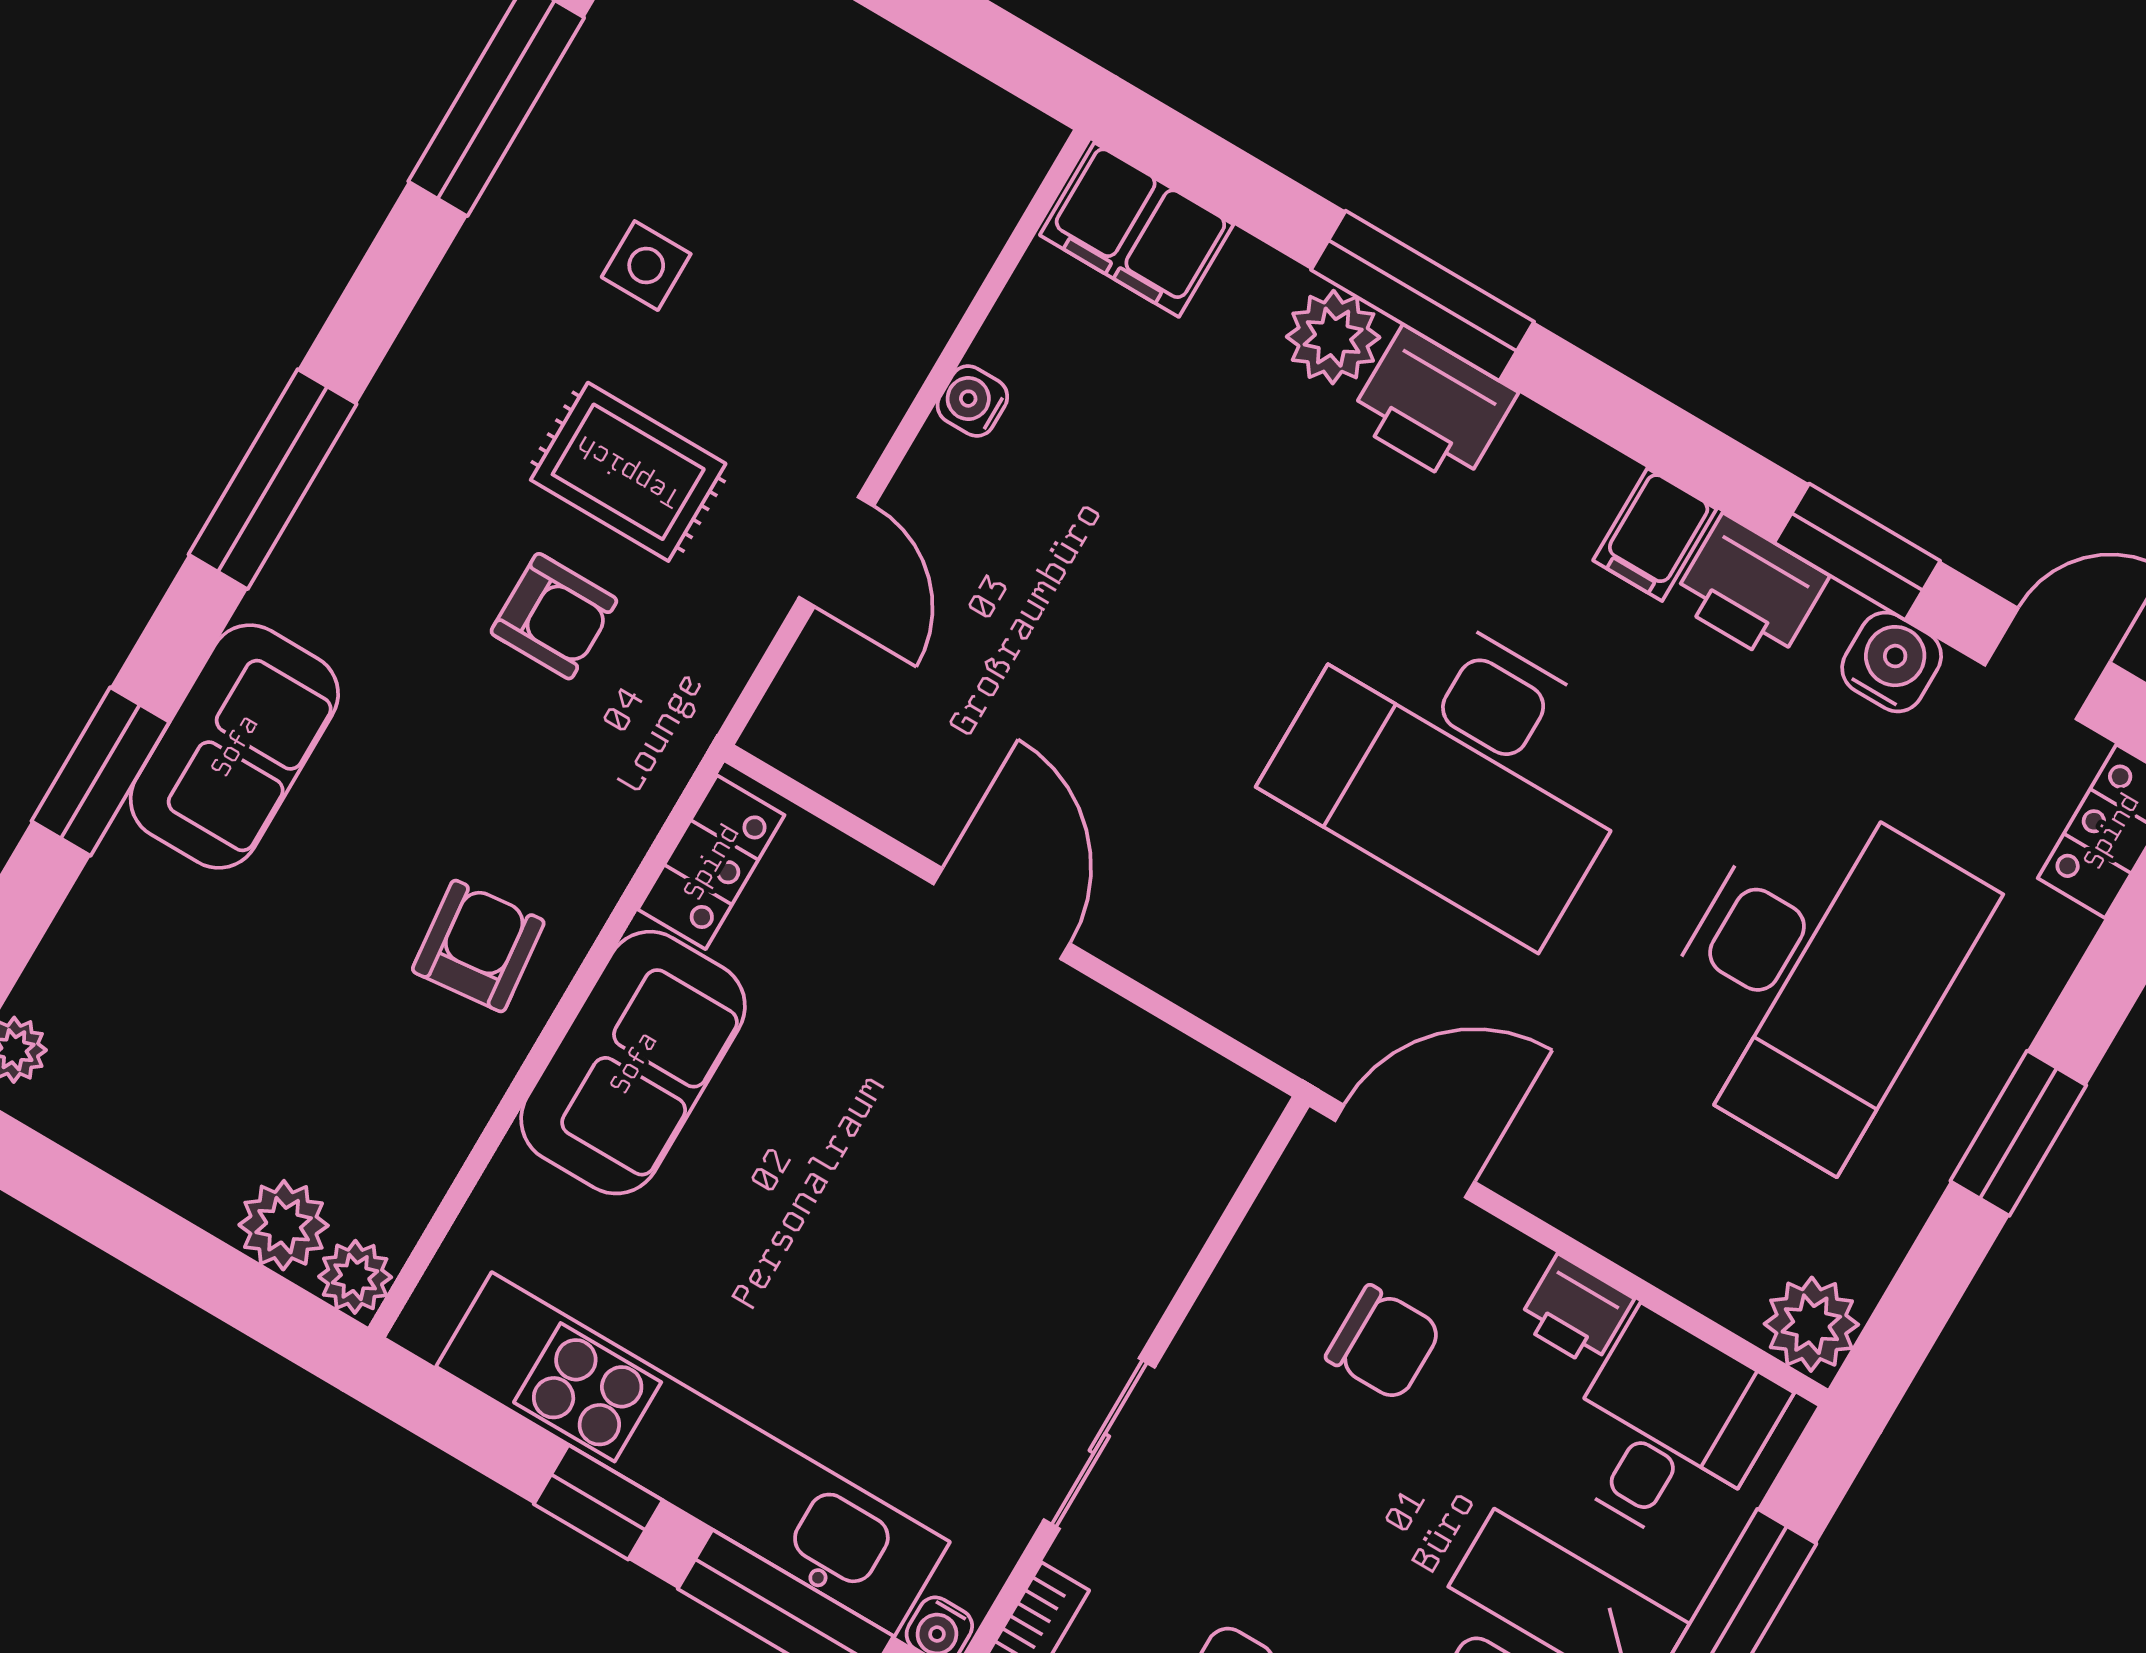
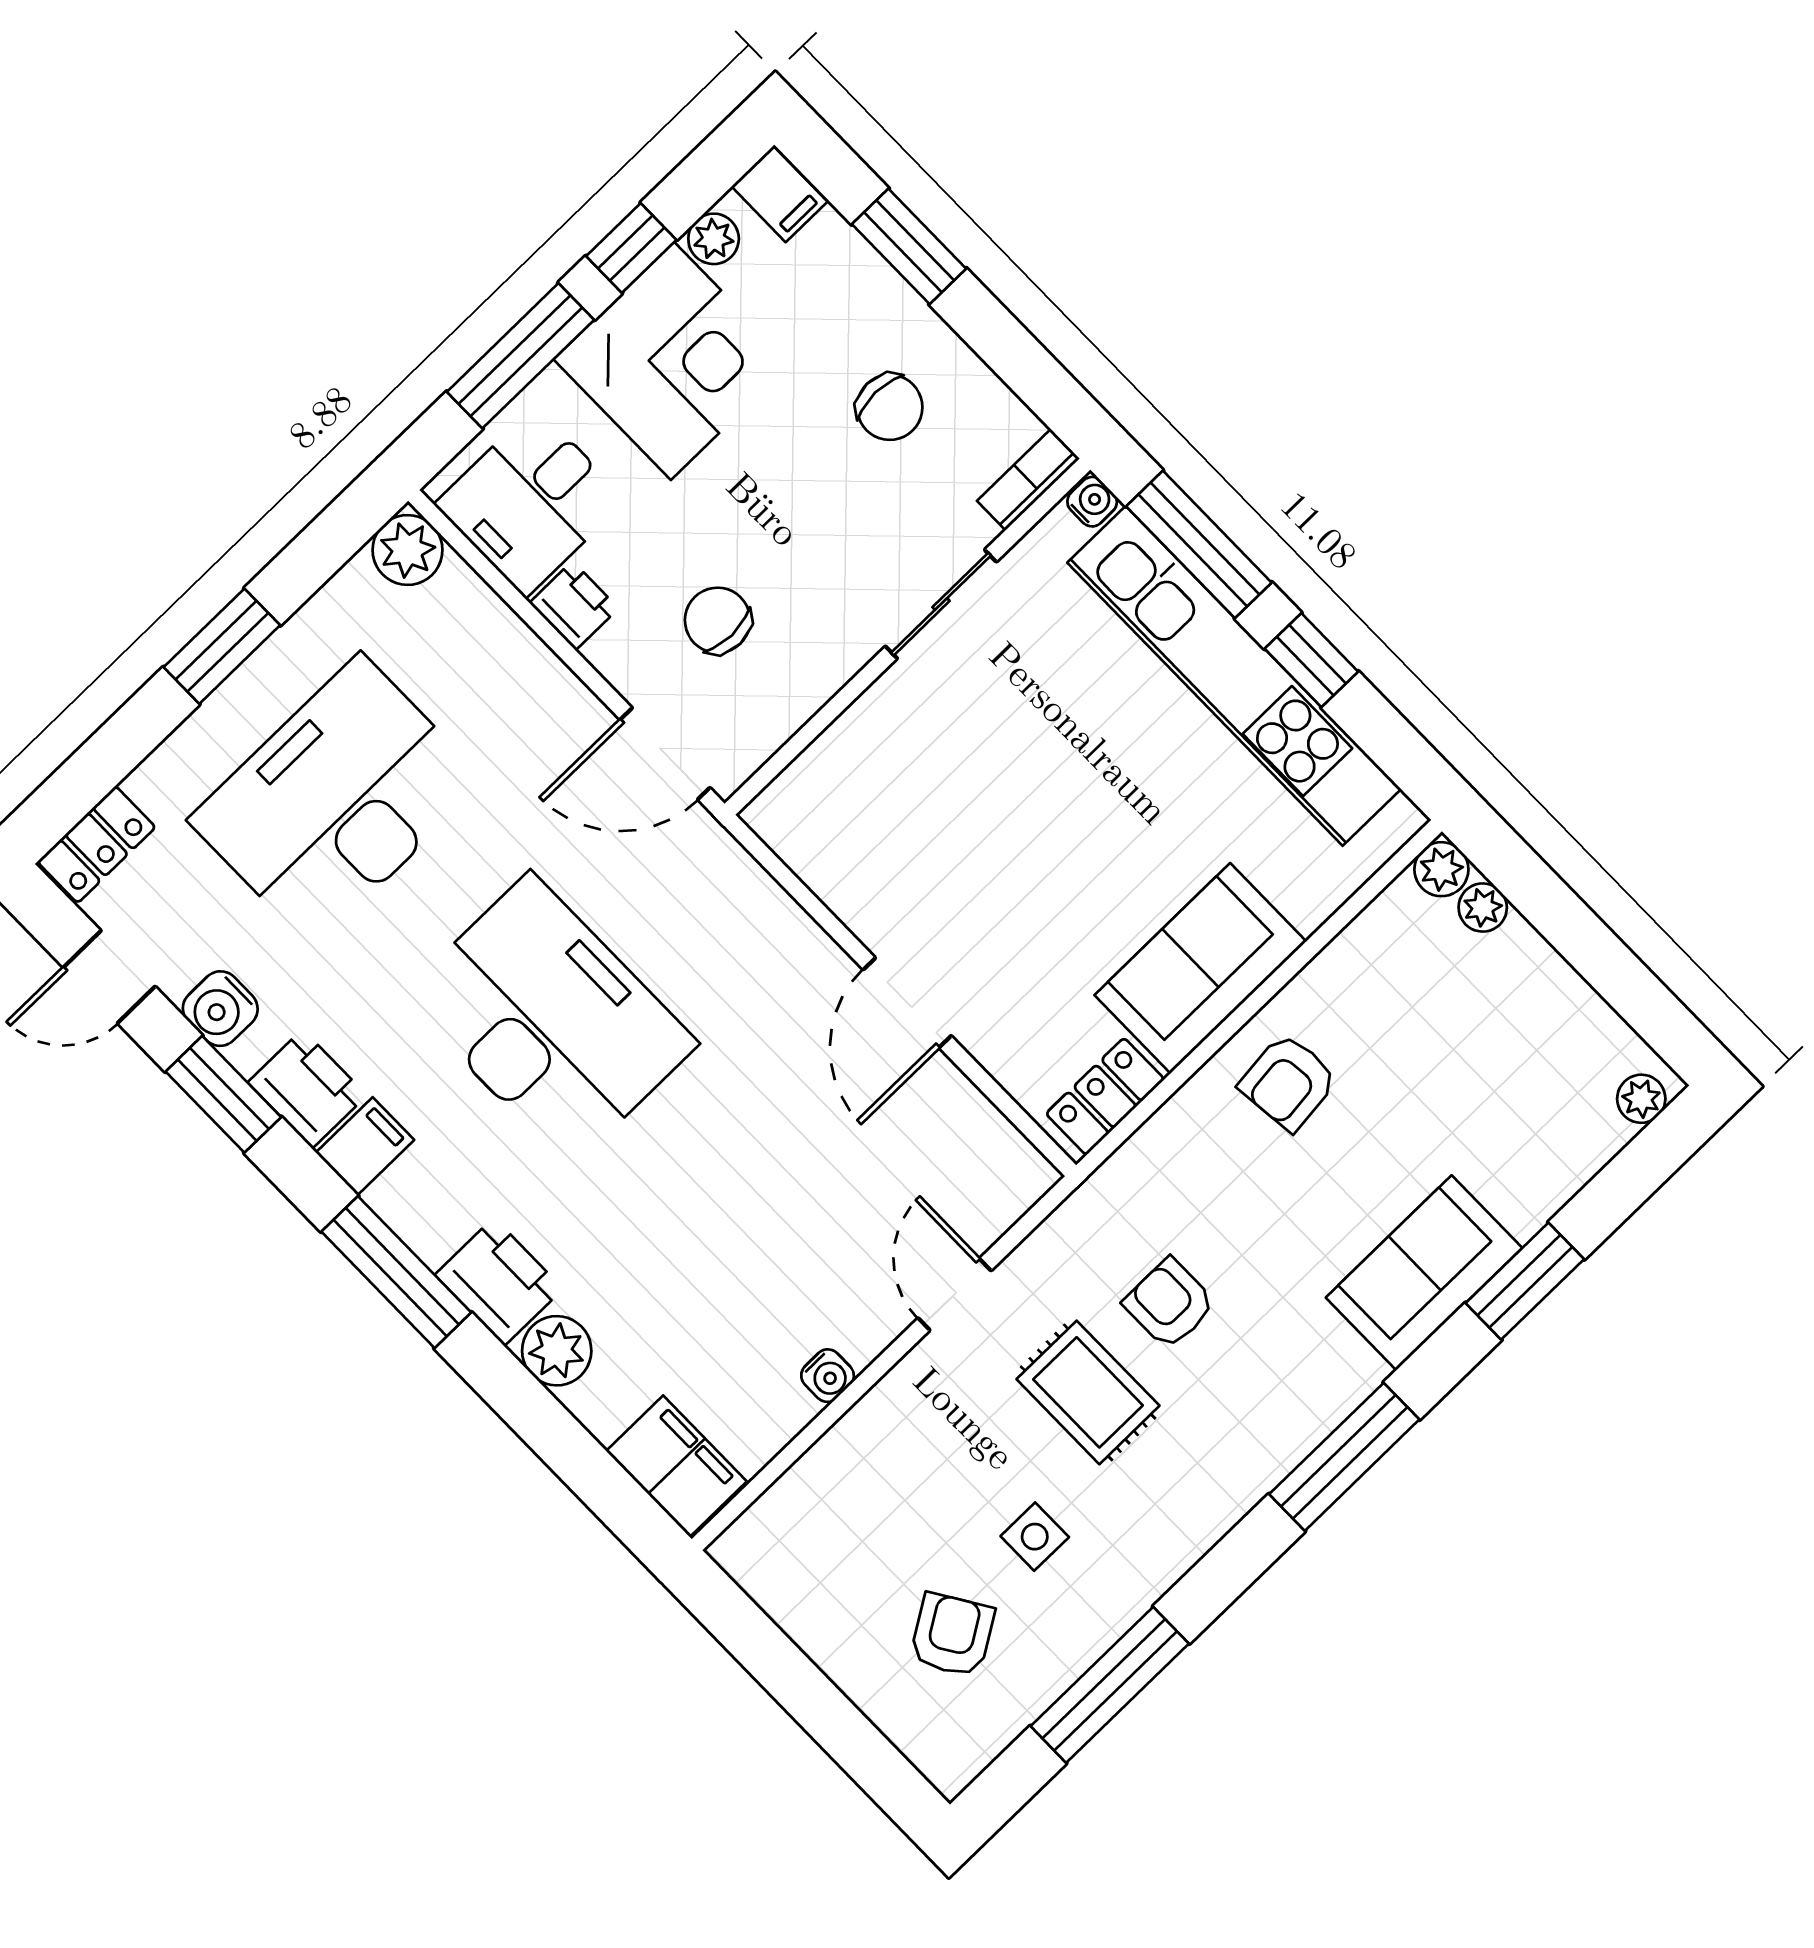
armchair: (719, 109) -> (952, 1635), added
window: (1423, 296) -> (396, 1272), moved
plant: (284, 1225) -> (1483, 907), width x0.73, depth x0.73

